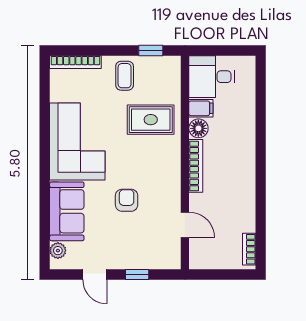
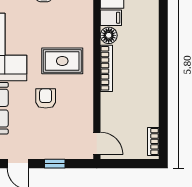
rug: (151, 120) -> (62, 61), moved
door: (185, 225) -> (97, 143), moved

